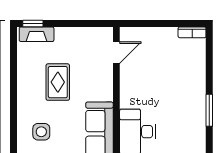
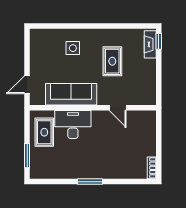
door: (116, 53) -> (118, 108), moved
rug: (58, 82) -> (112, 61), turned 90

